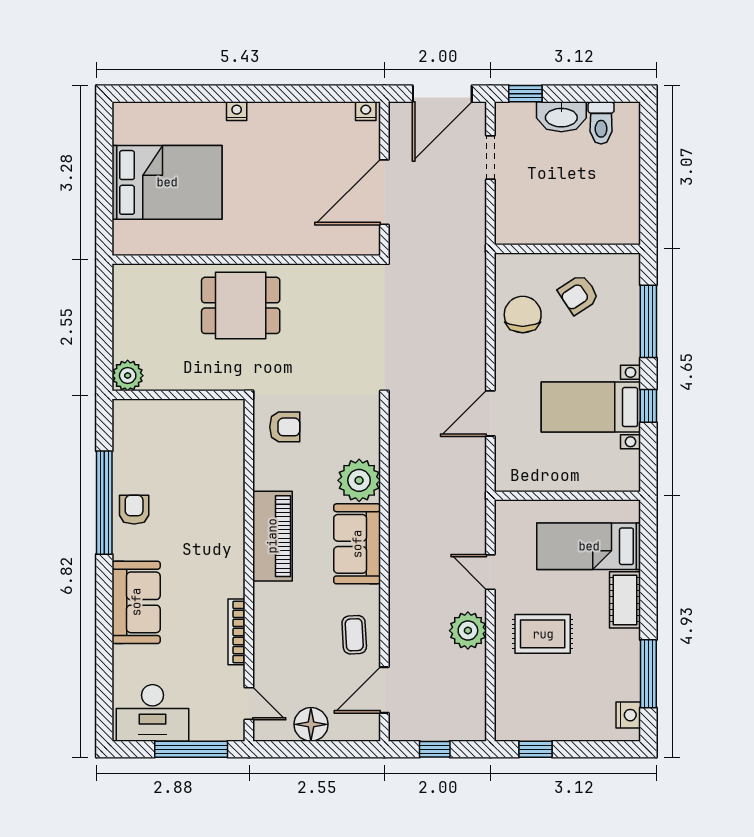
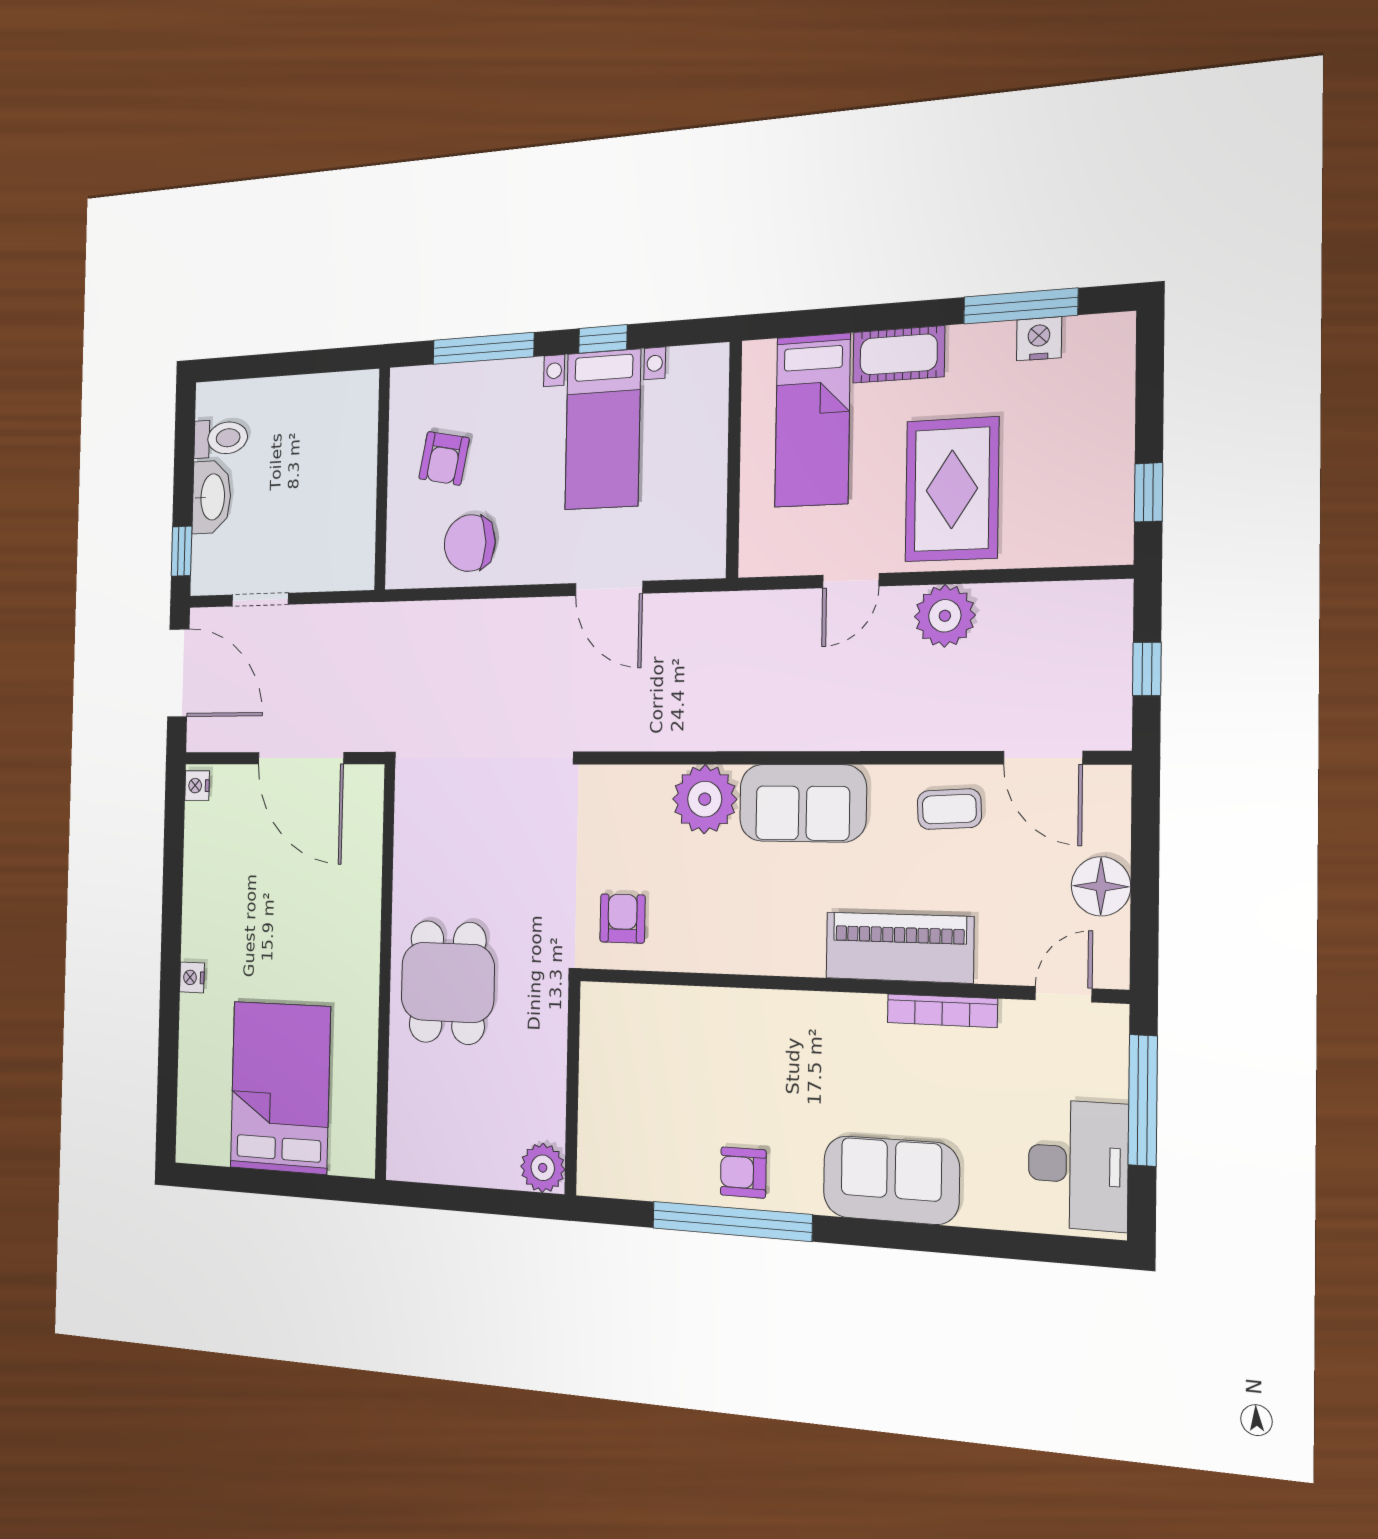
armchair: (578, 294) -> (444, 458), turned 44
piano: (272, 536) -> (899, 948), moved
rug: (543, 634) -> (952, 489), width x1.36, depth x1.43
nightstand: (628, 715) -> (1039, 339), moved

